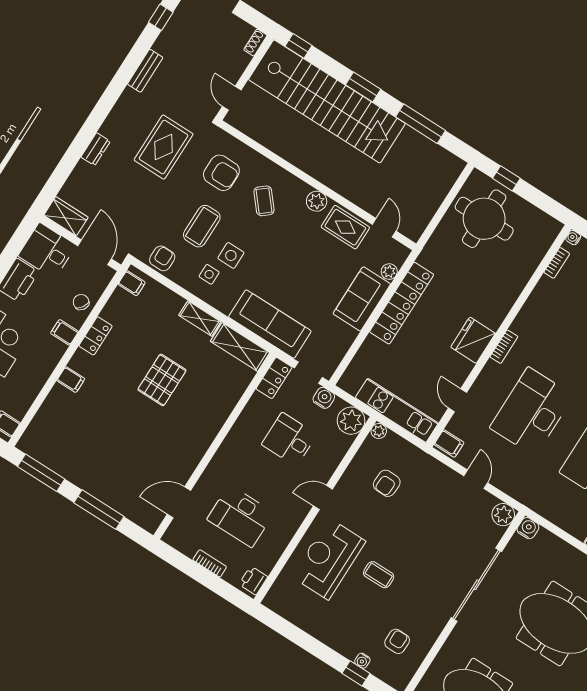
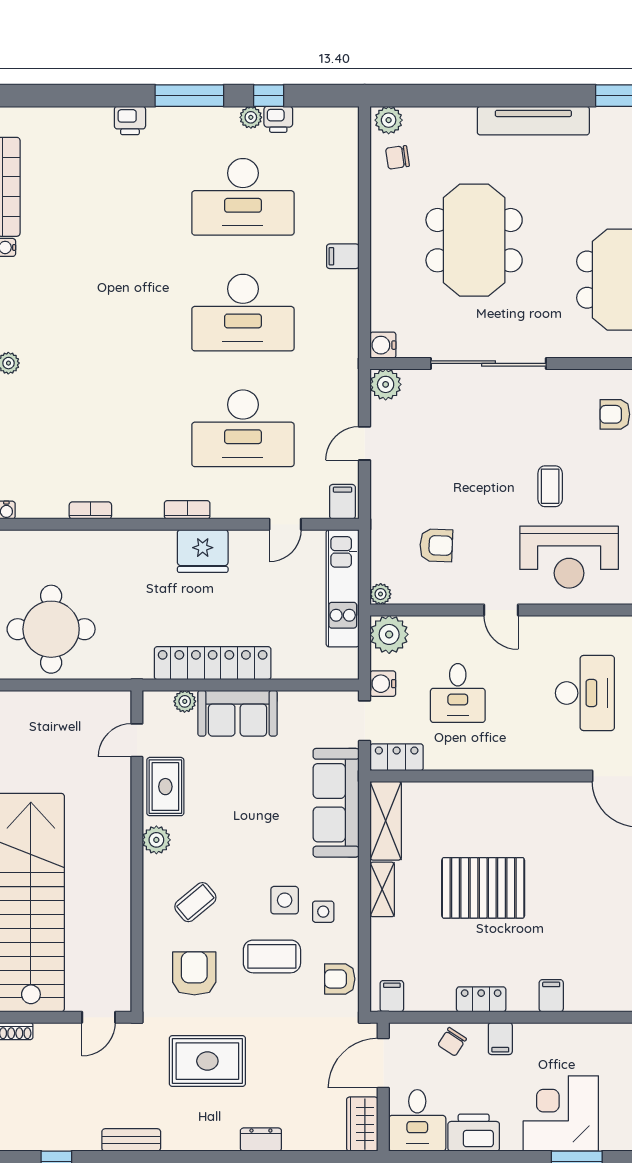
bookcase: (557, 263) -> (90, 510), moved
pallet: (162, 380) -> (483, 888), width x1.37, depth x1.41

